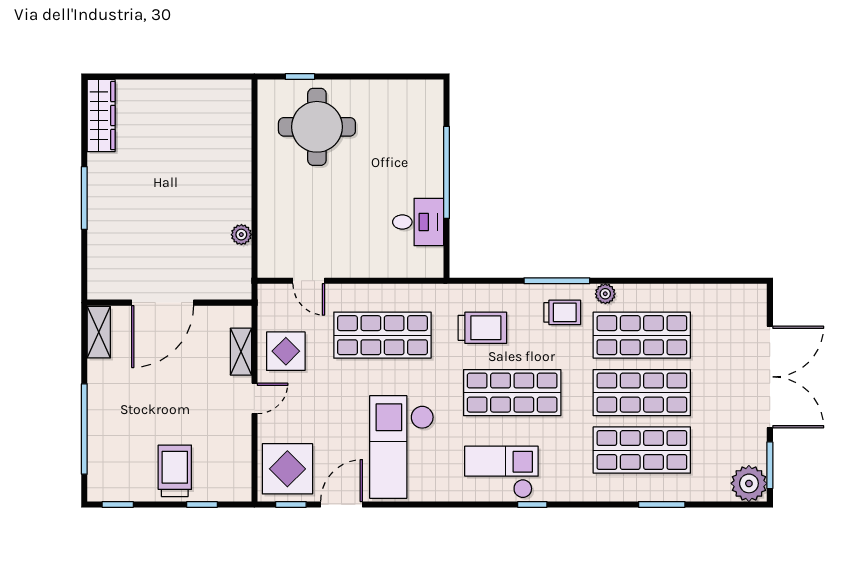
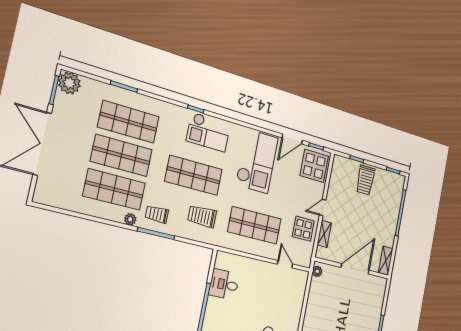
plant: (241, 235) -> (317, 271), moved

